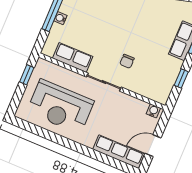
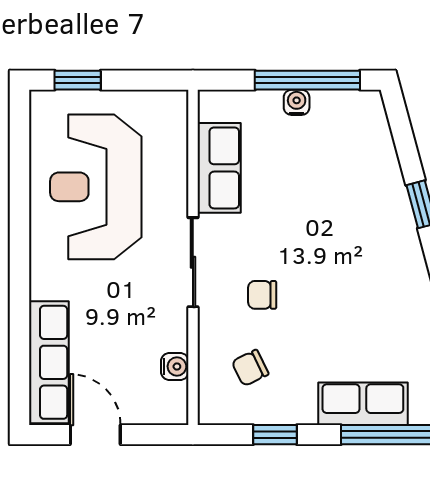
window: (27, 75) -> (78, 80), moved
chair: (152, 77) -> (250, 368), added
water cooler: (153, 111) -> (175, 366), moved

